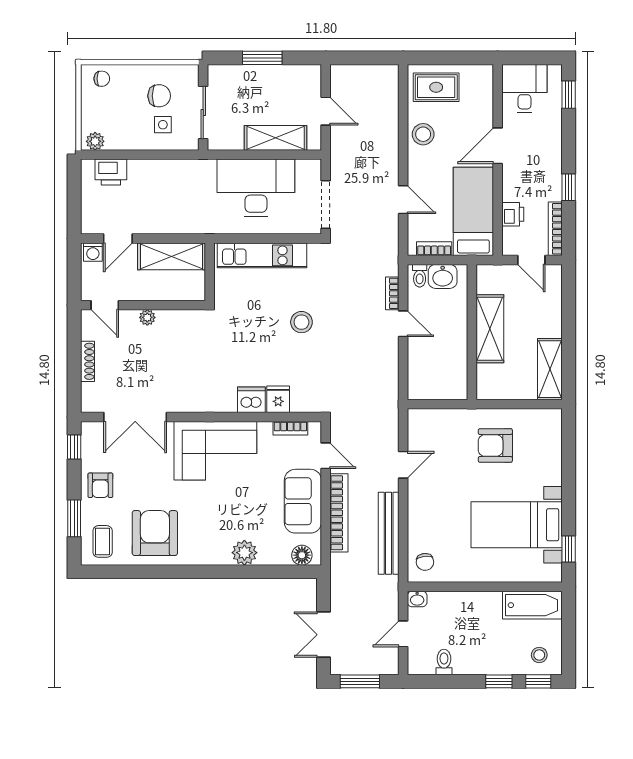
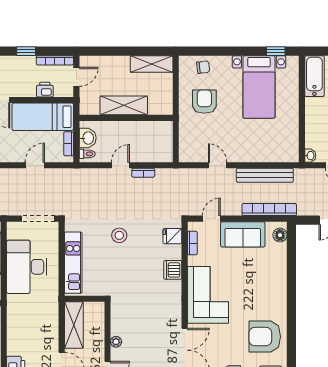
bookcase: (392, 293) -> (143, 173), moved
fridge: (278, 399) -> (172, 236), moved
armchair: (495, 446) -> (204, 102), turned 180
bookcase: (339, 513) -> (269, 210), moved
plant: (244, 553) -> (278, 275), removed
chair: (425, 562) -> (203, 67), moved

